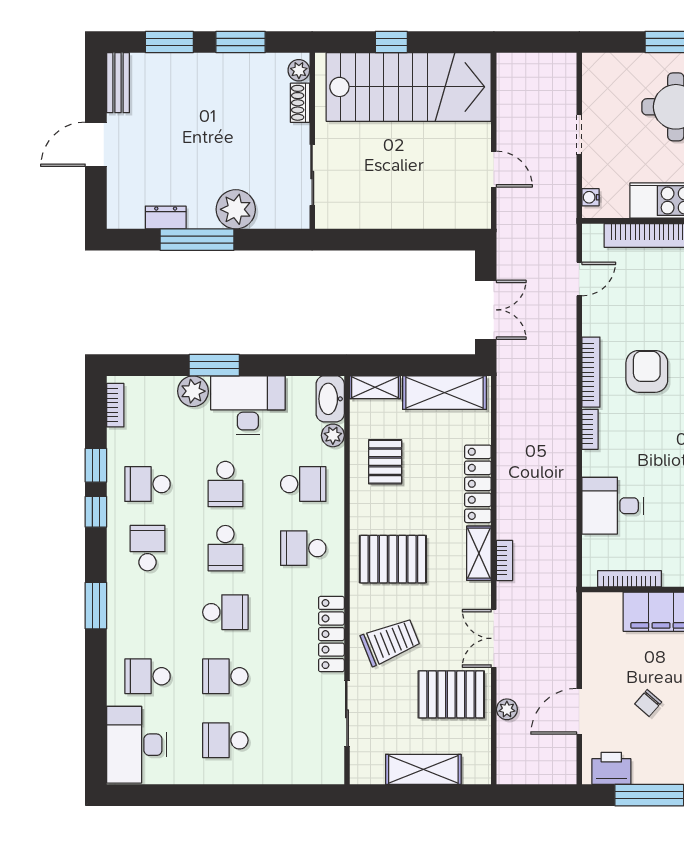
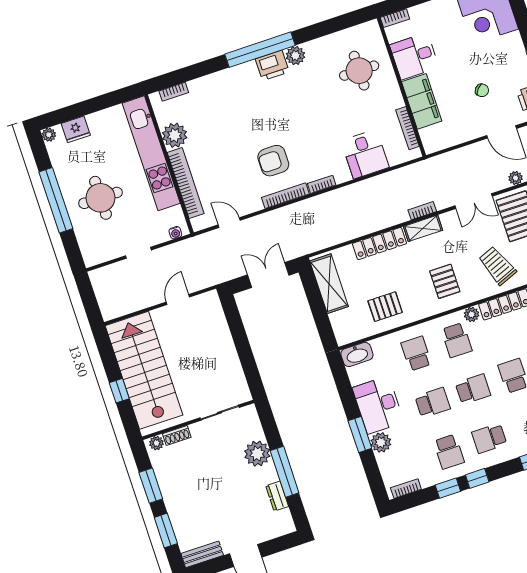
shelving: (375, 387) -> (340, 329), removed
plant: (333, 435) -> (472, 314), moved
pallet: (393, 559) -> (445, 281), width x0.67, depth x0.71

